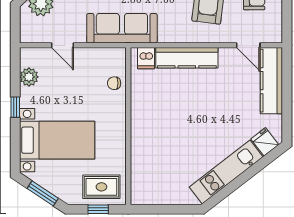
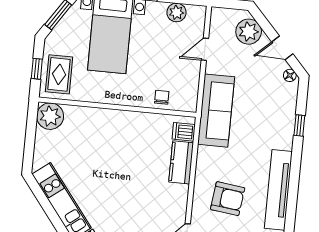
kitchen counter: (187, 58) -> (181, 162), width x0.67
plant: (144, 192) -> (50, 116), added

